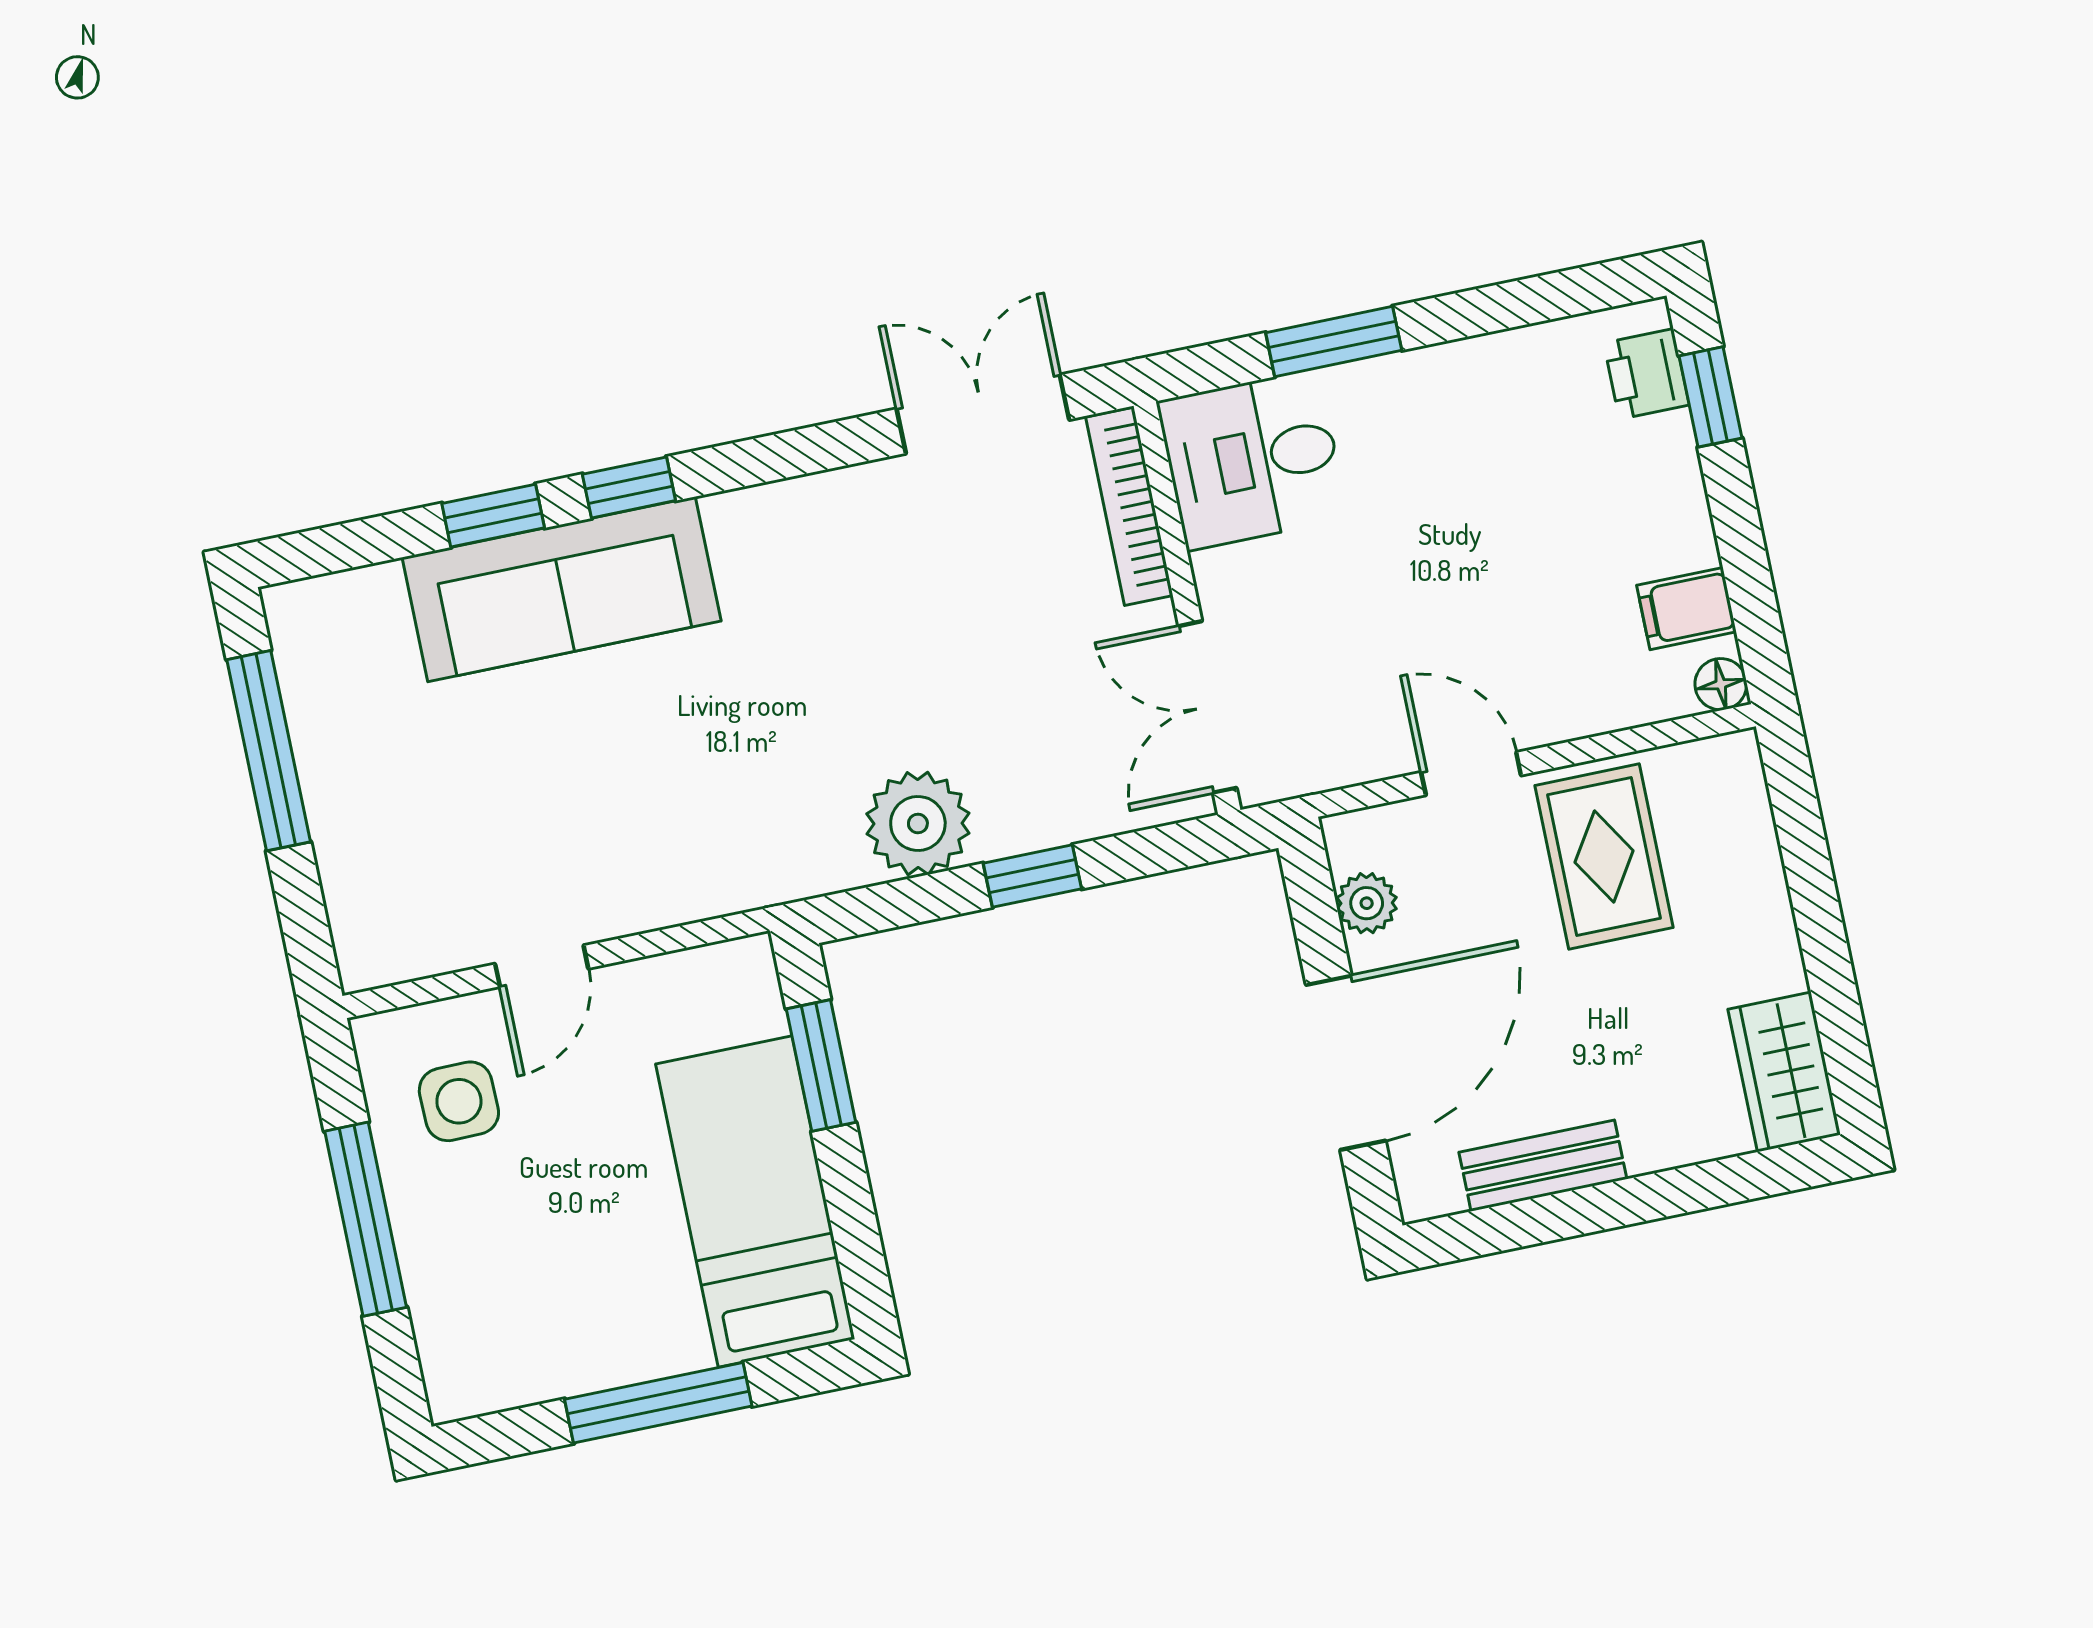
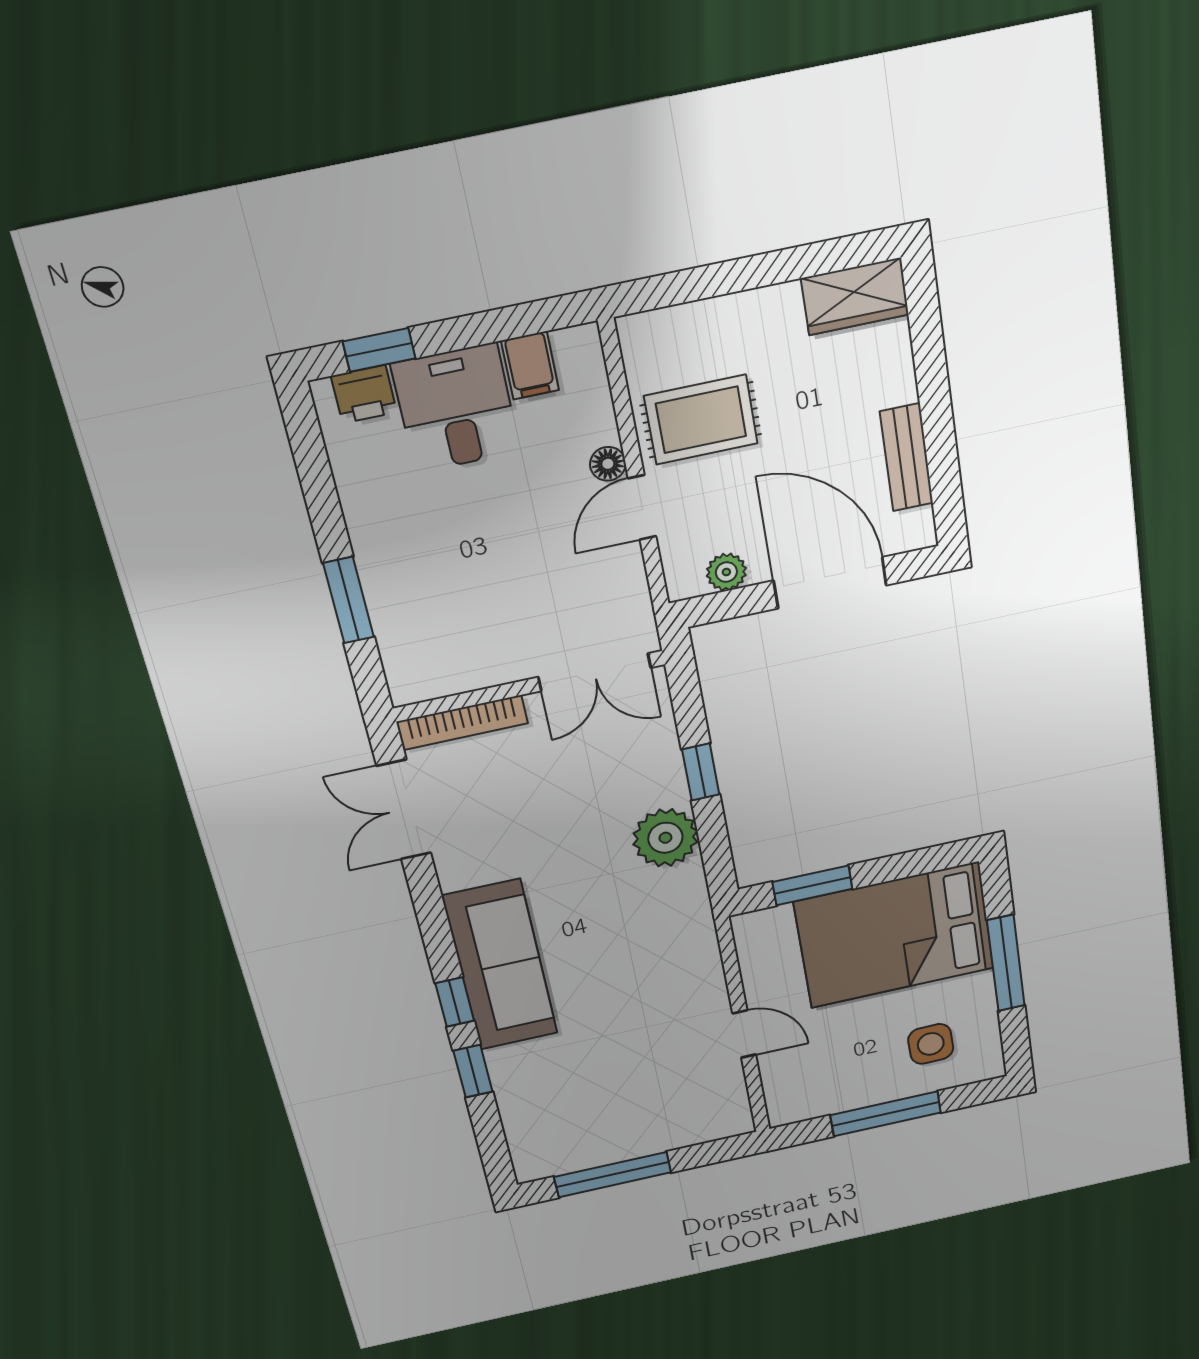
desk: (1252, 460) -> (456, 408), moved, turned 180
sofa: (562, 589) -> (500, 965), moved
floor lamp: (1721, 684) -> (608, 464), moved
side table: (459, 1101) -> (931, 1044), moved
bed: (755, 1202) -> (895, 935), width x1.50

